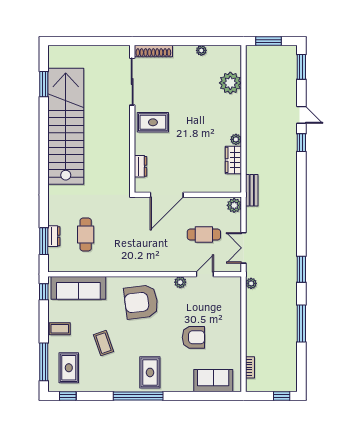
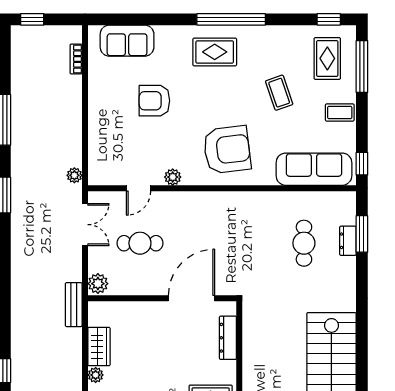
dresser: (140, 166) -> (228, 338), width x1.44
rug: (150, 372) -> (215, 52), turned 90

